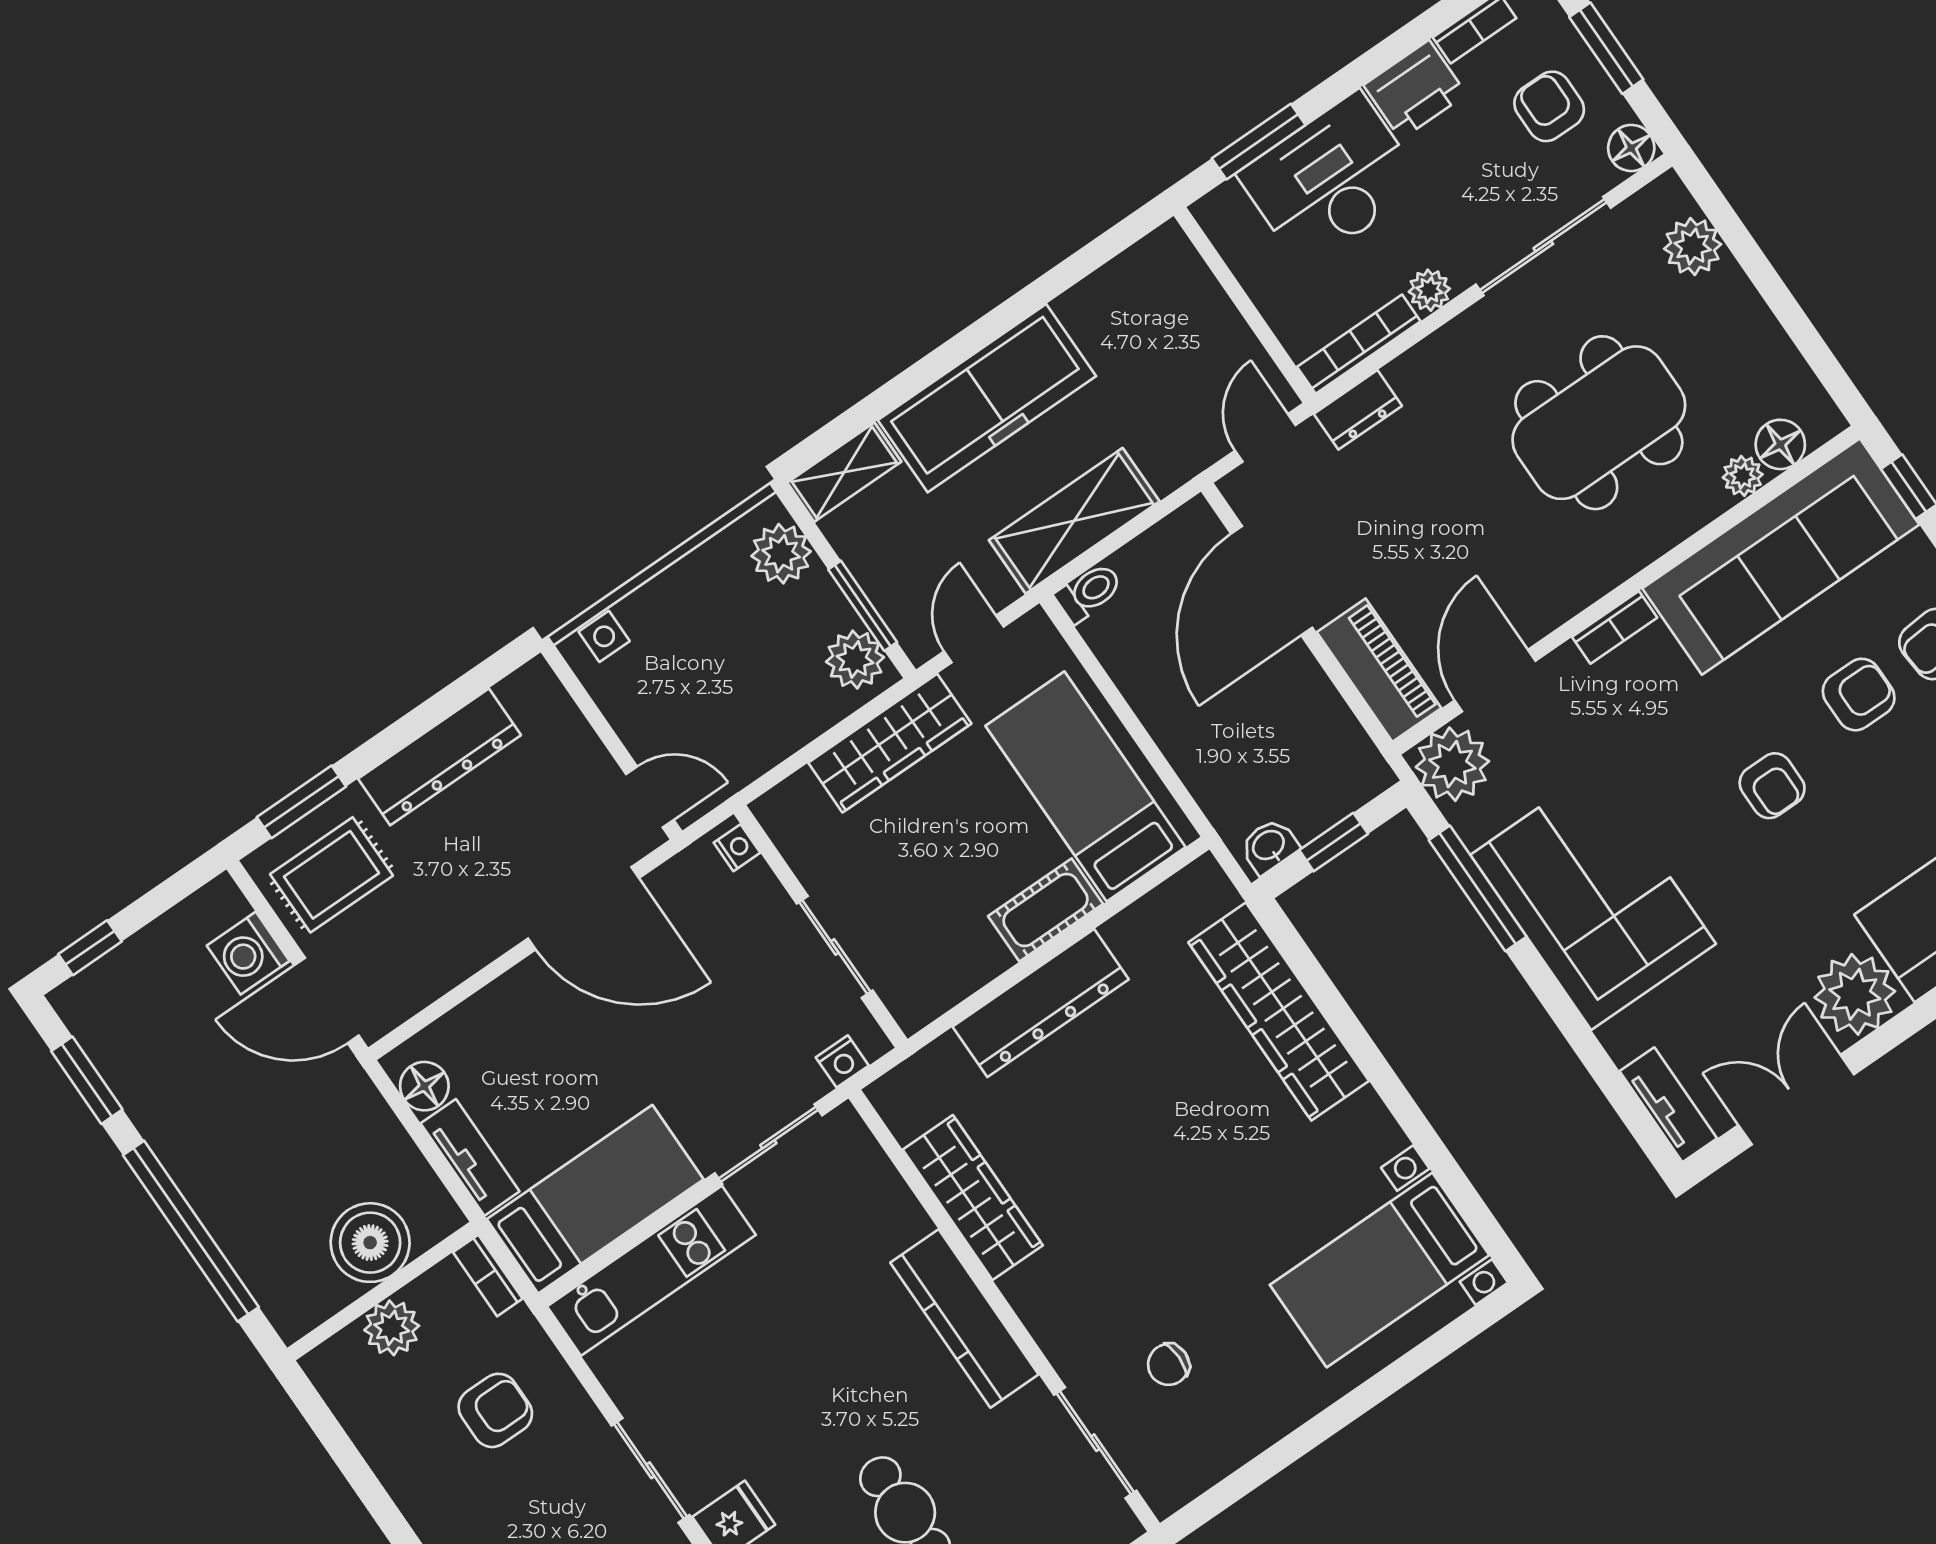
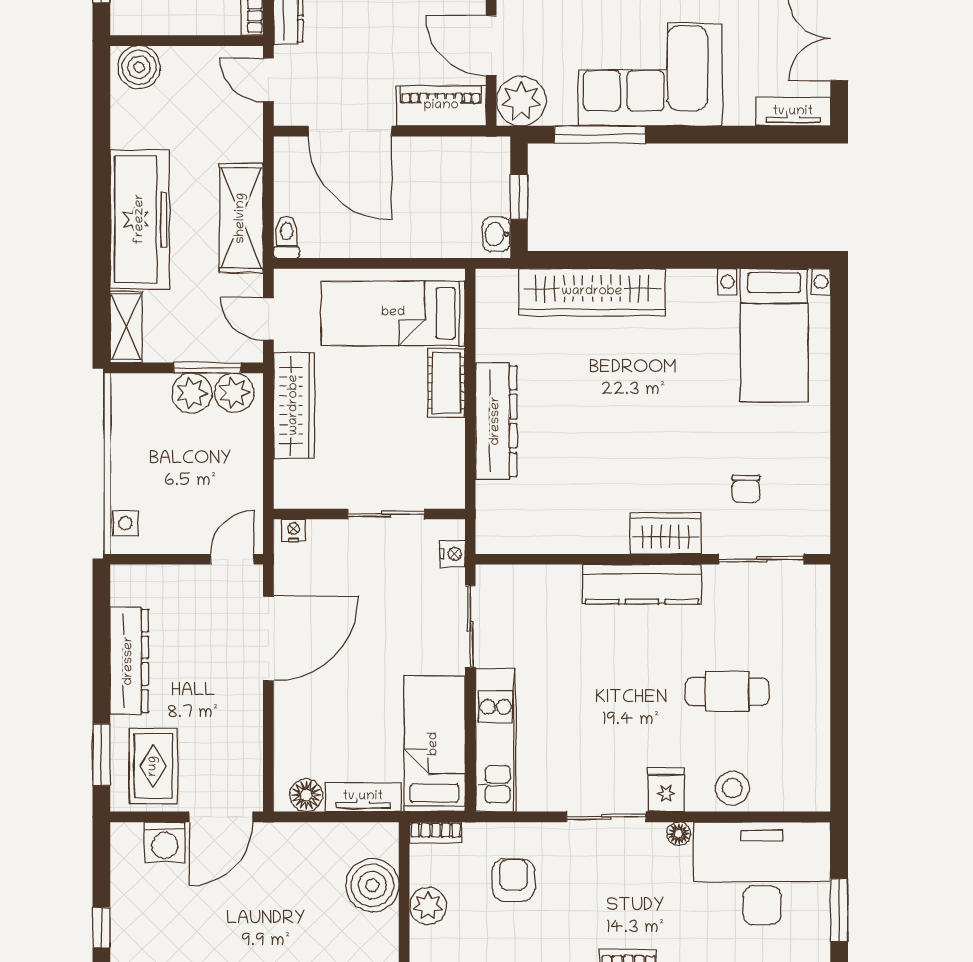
boiler: (1172, 269) -> (139, 67), added
plant: (781, 554) -> (192, 393), moved
wardrobe: (973, 1197) -> (665, 533), moved, width x0.67

